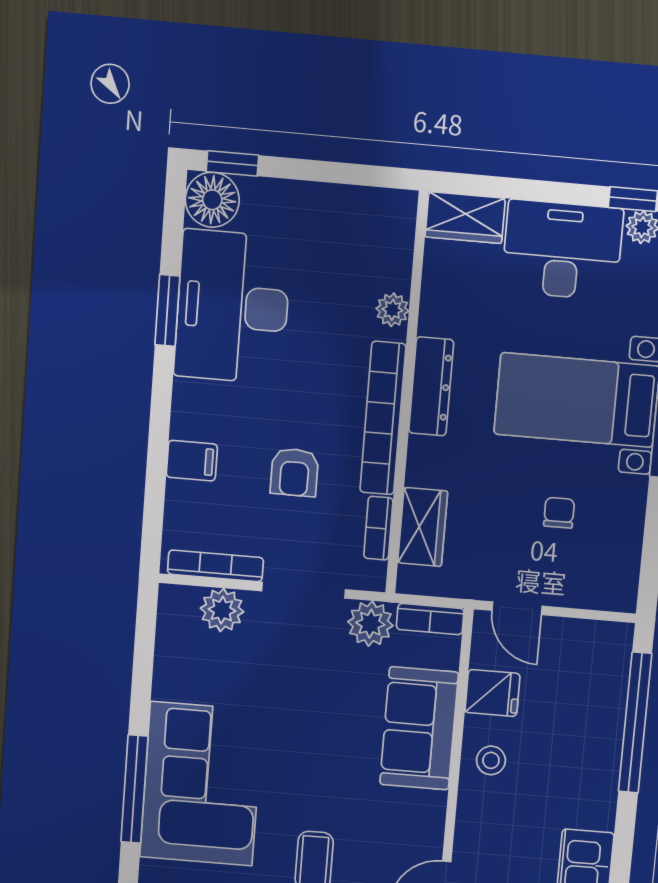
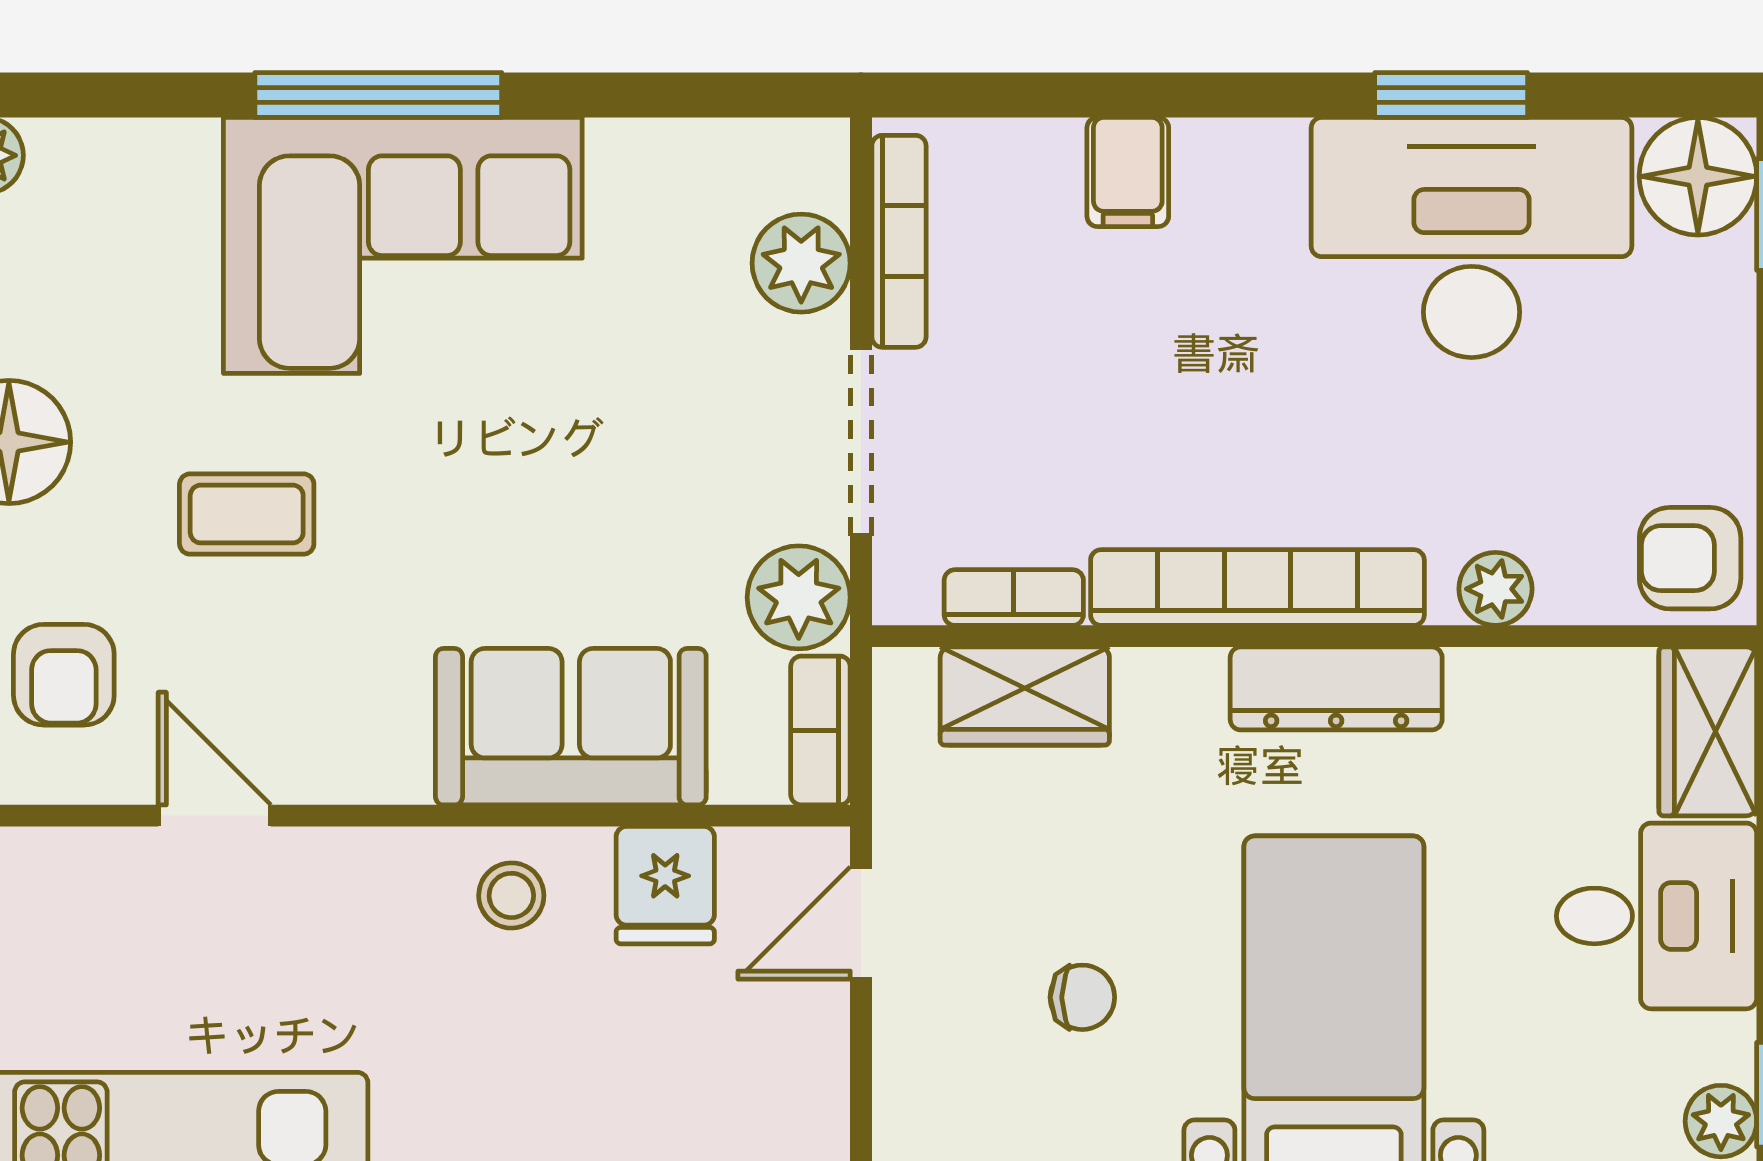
desk: (562, 250) -> (1657, 916), width x0.73
armchair: (294, 472) -> (1690, 558), moved

